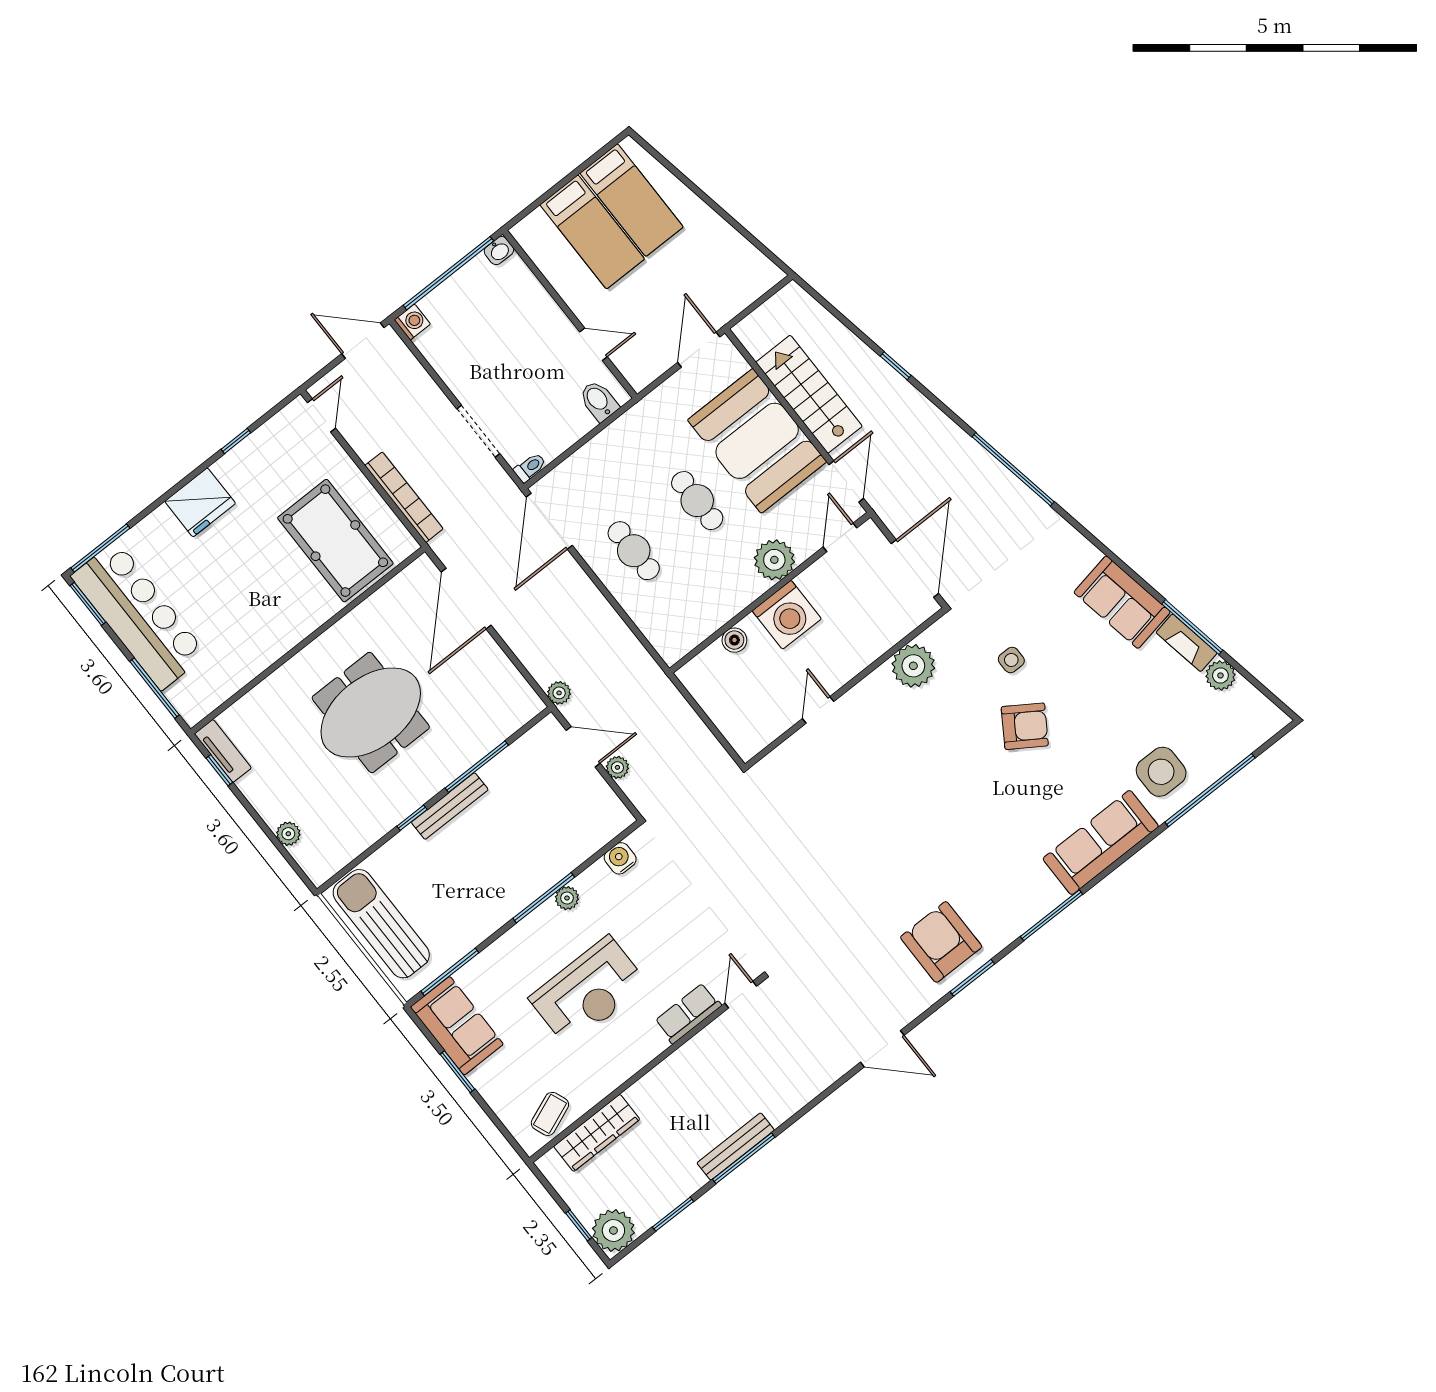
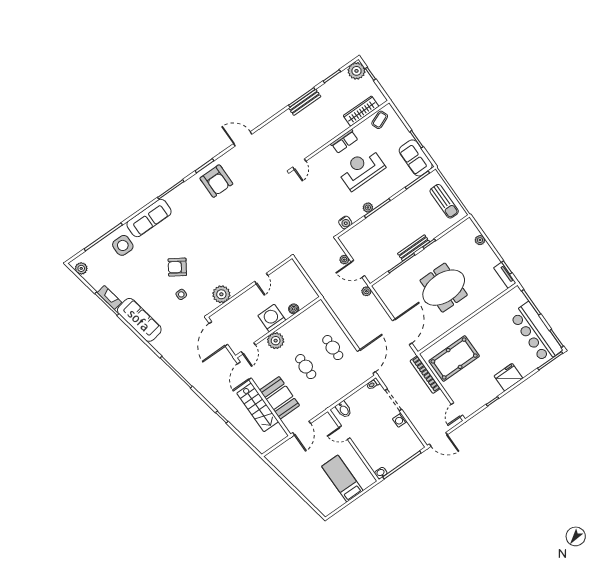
bed: (632, 200) -> (326, 491), removed
washing machine: (412, 322) -> (400, 420), moved
booth: (757, 441) -> (279, 398), width x0.73, depth x0.70
pool table: (335, 541) -> (454, 359), turned 90
sofa: (1122, 602) -> (139, 320), width x1.36
plant: (1220, 675) -> (81, 268), moved
sun lounger: (381, 924) -> (444, 201), width x0.73, depth x0.75
row of seats: (688, 1013) -> (344, 141), moved

